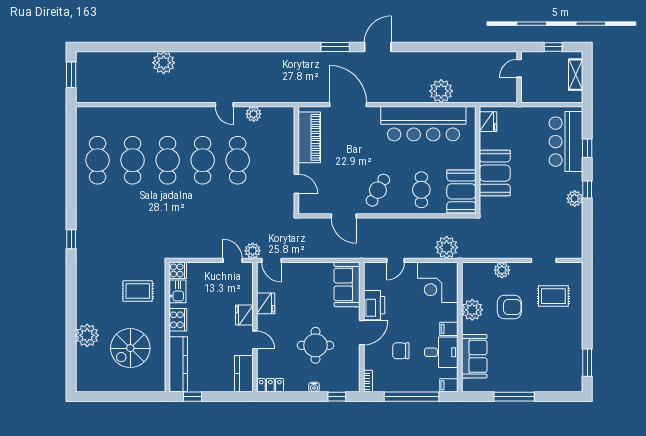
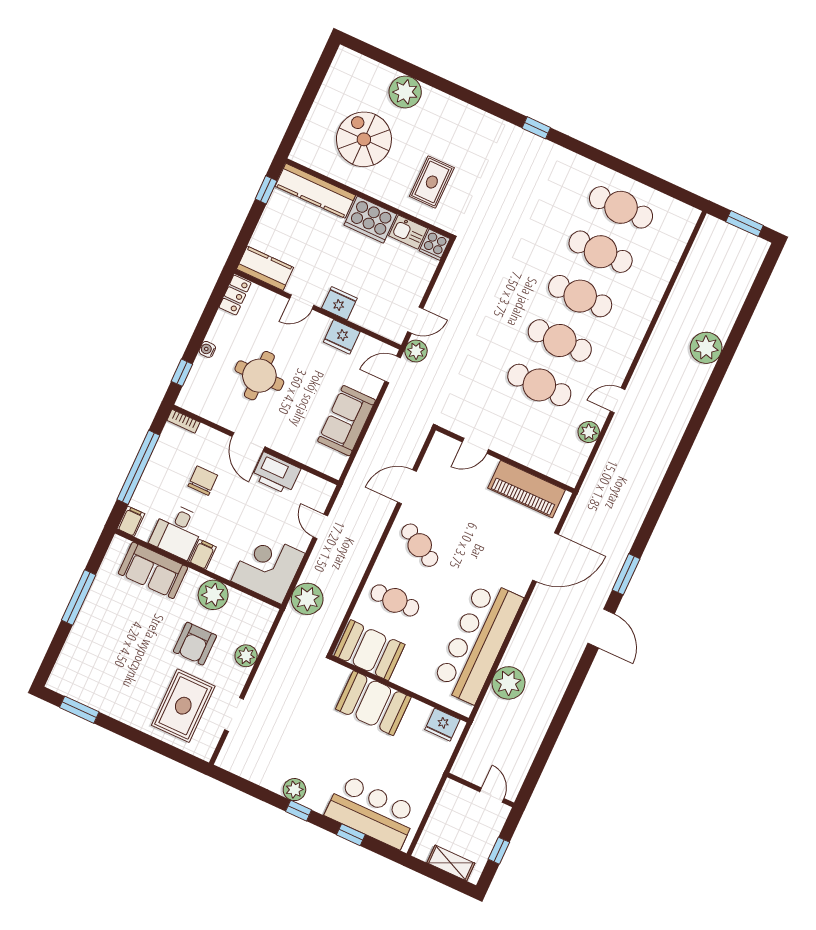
sofa: (347, 285) -> (347, 421), moved, turned -90
rug: (553, 296) -> (183, 706), width x1.36, depth x1.43
cooker: (178, 320) -> (370, 220), width x1.37, depth x1.31

